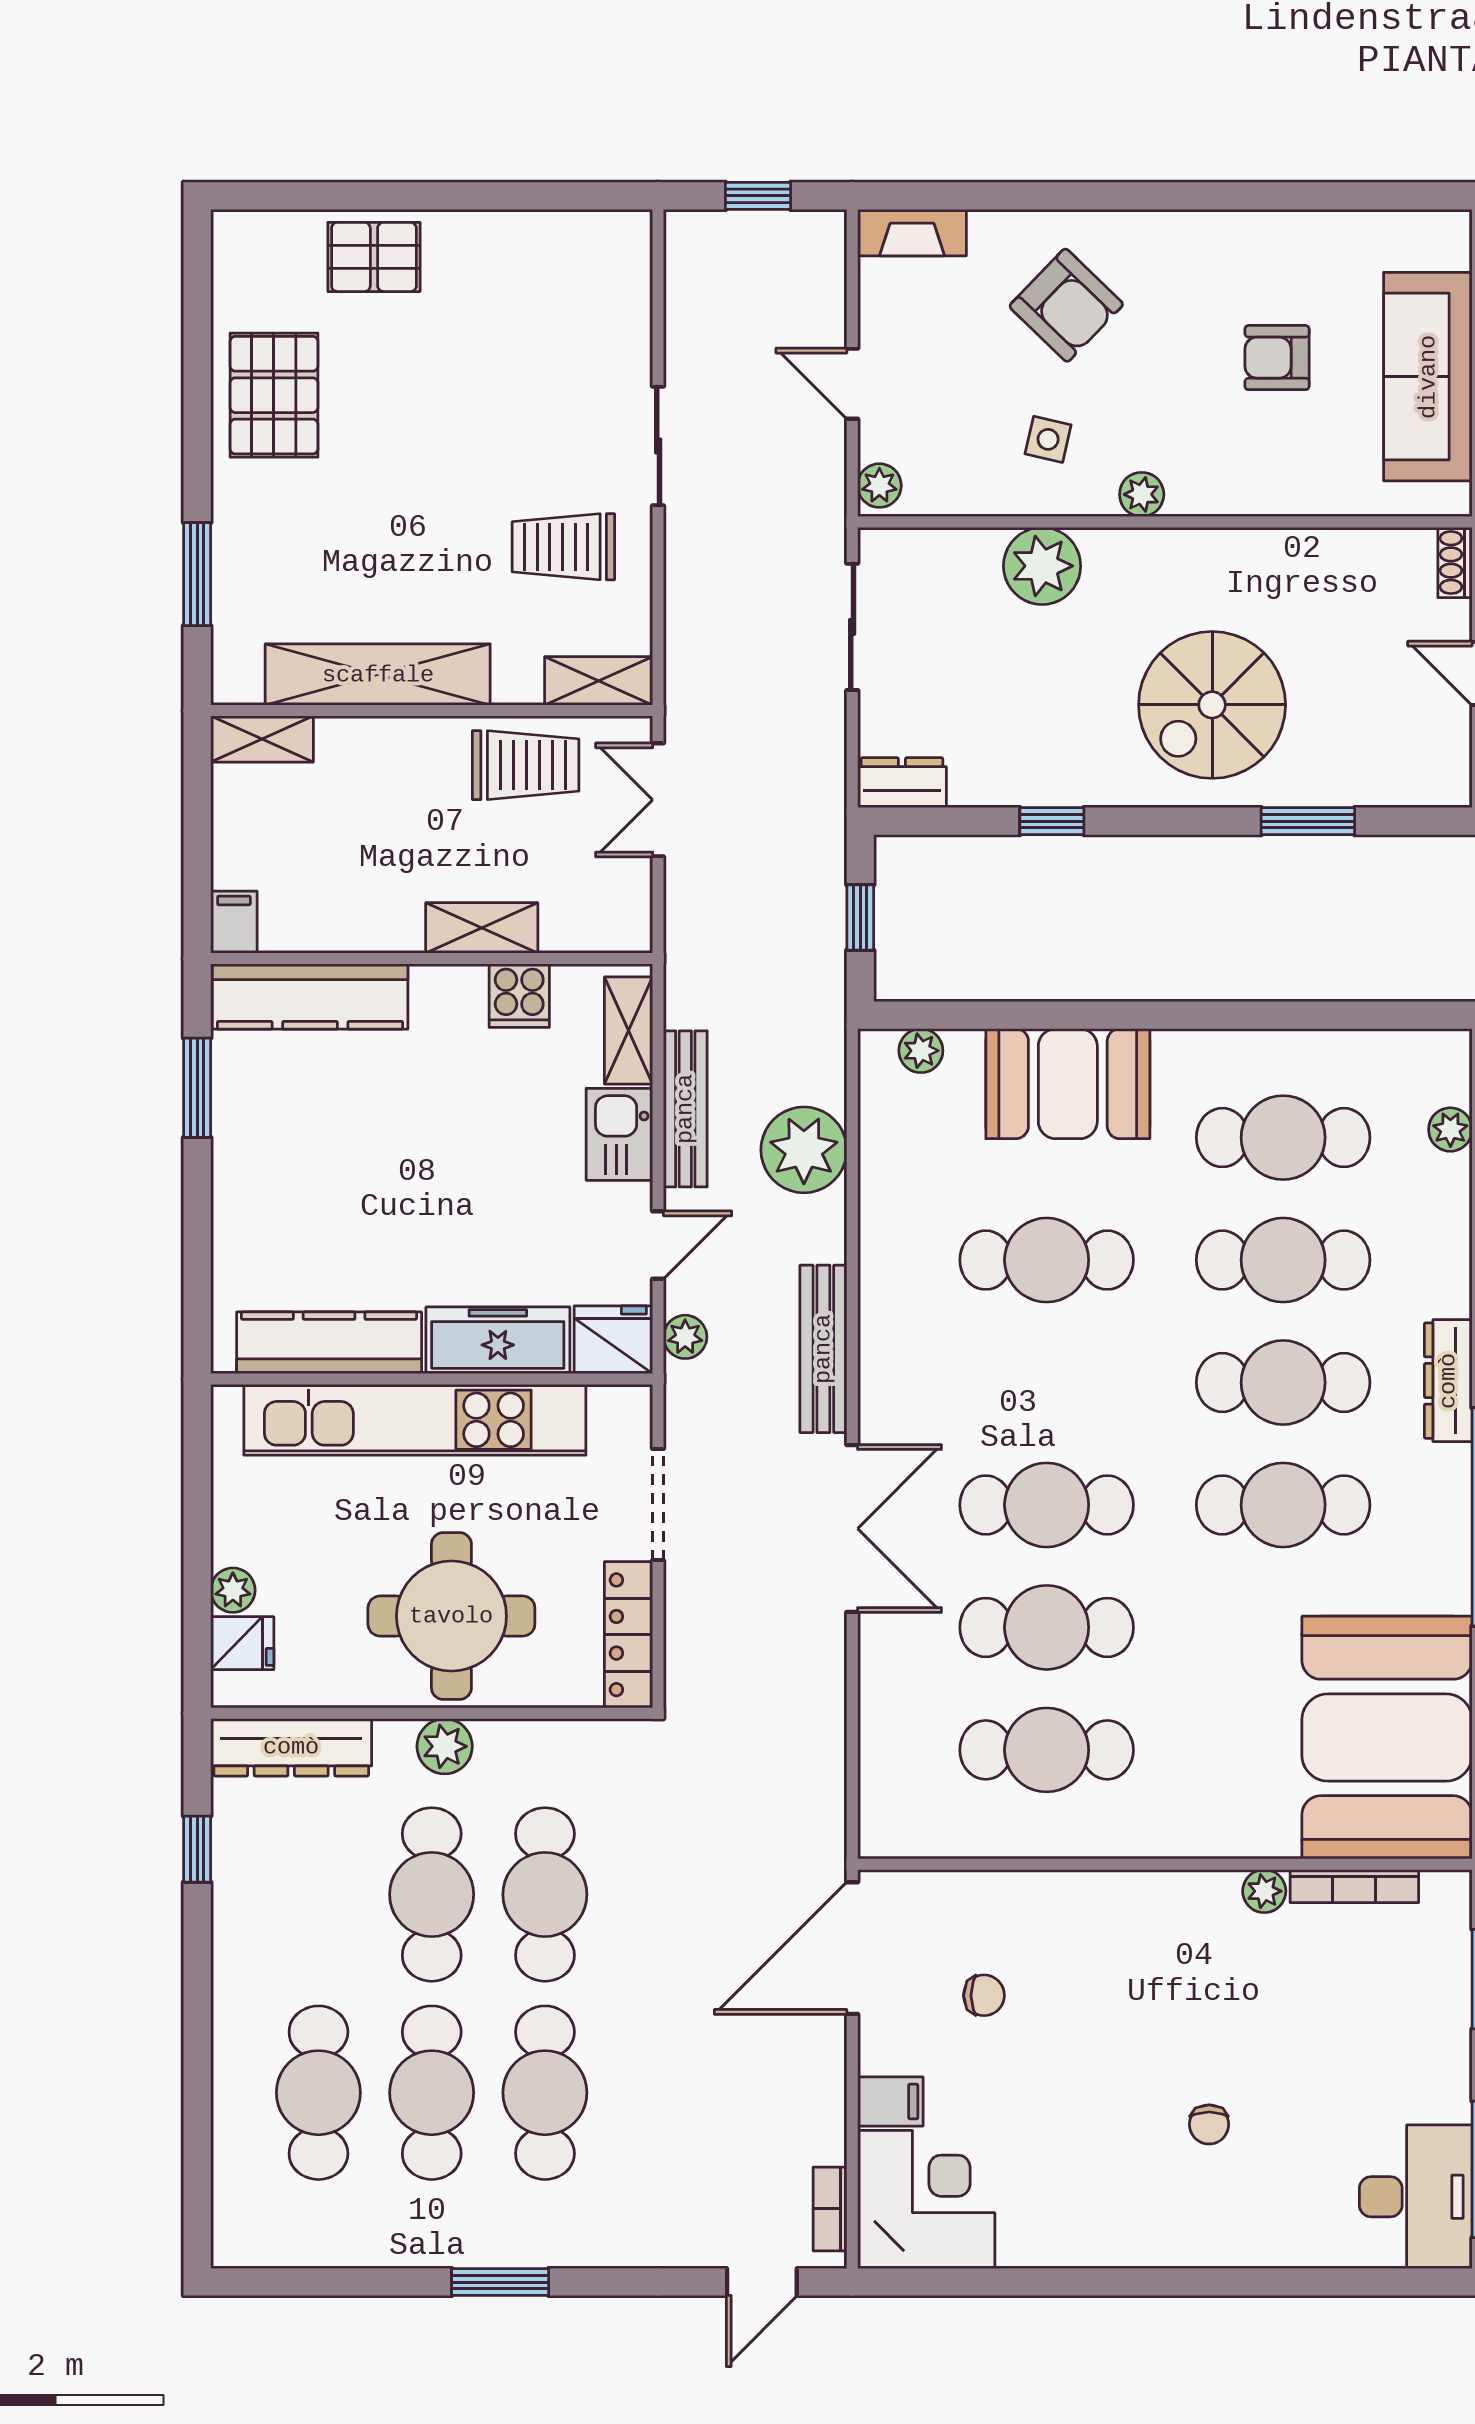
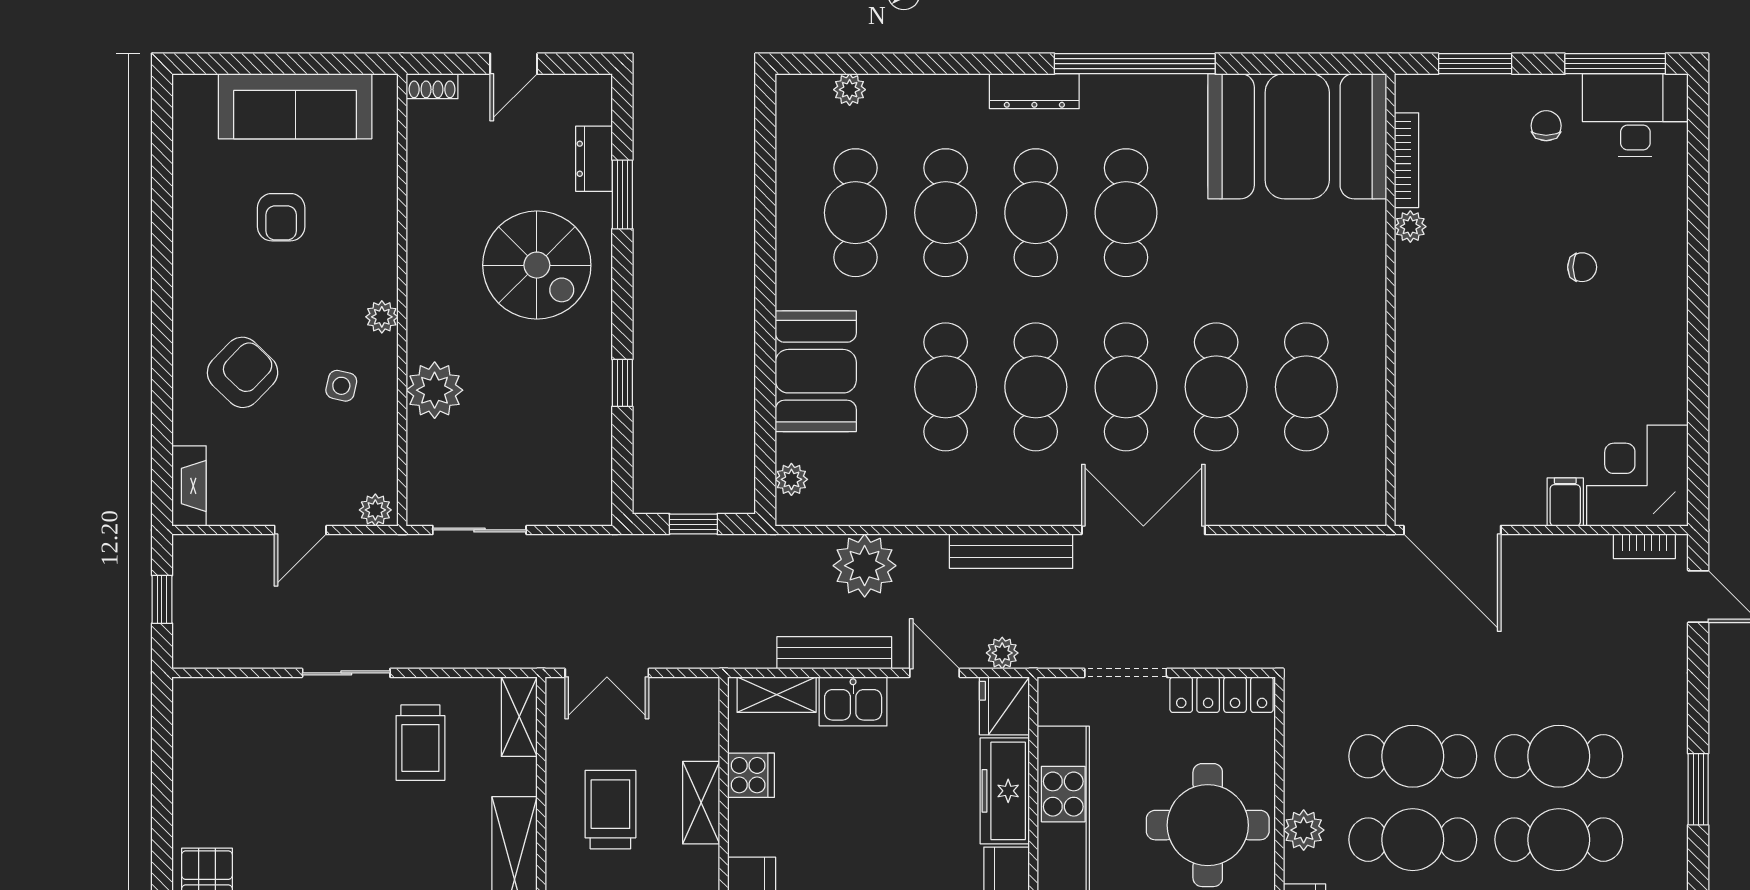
trolley: (526, 765) -> (610, 810), moved
dresser: (902, 783) -> (594, 159), moved
cafe table: (1047, 1383) -> (1036, 387), added
chair: (984, 1995) -> (1546, 126), moved

